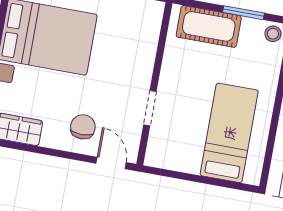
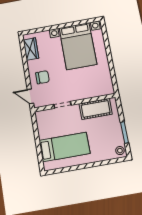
cot: (209, 26) -> (96, 109), moved, turned 90
door: (111, 163) -> (30, 96), swing flipped

